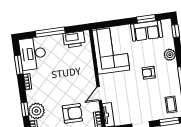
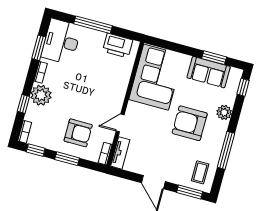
armchair: (149, 73) -> (190, 123), width x1.88, depth x1.88
plant: (36, 111) -> (41, 95), moved

